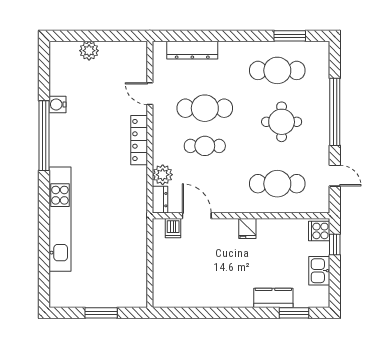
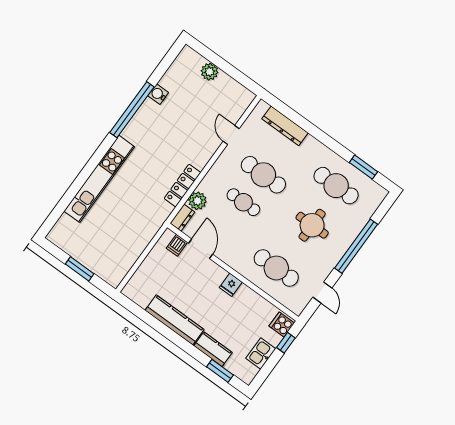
locker: (139, 140) -> (182, 186), moved
kitchen counter: (220, 297) -> (174, 320), added

